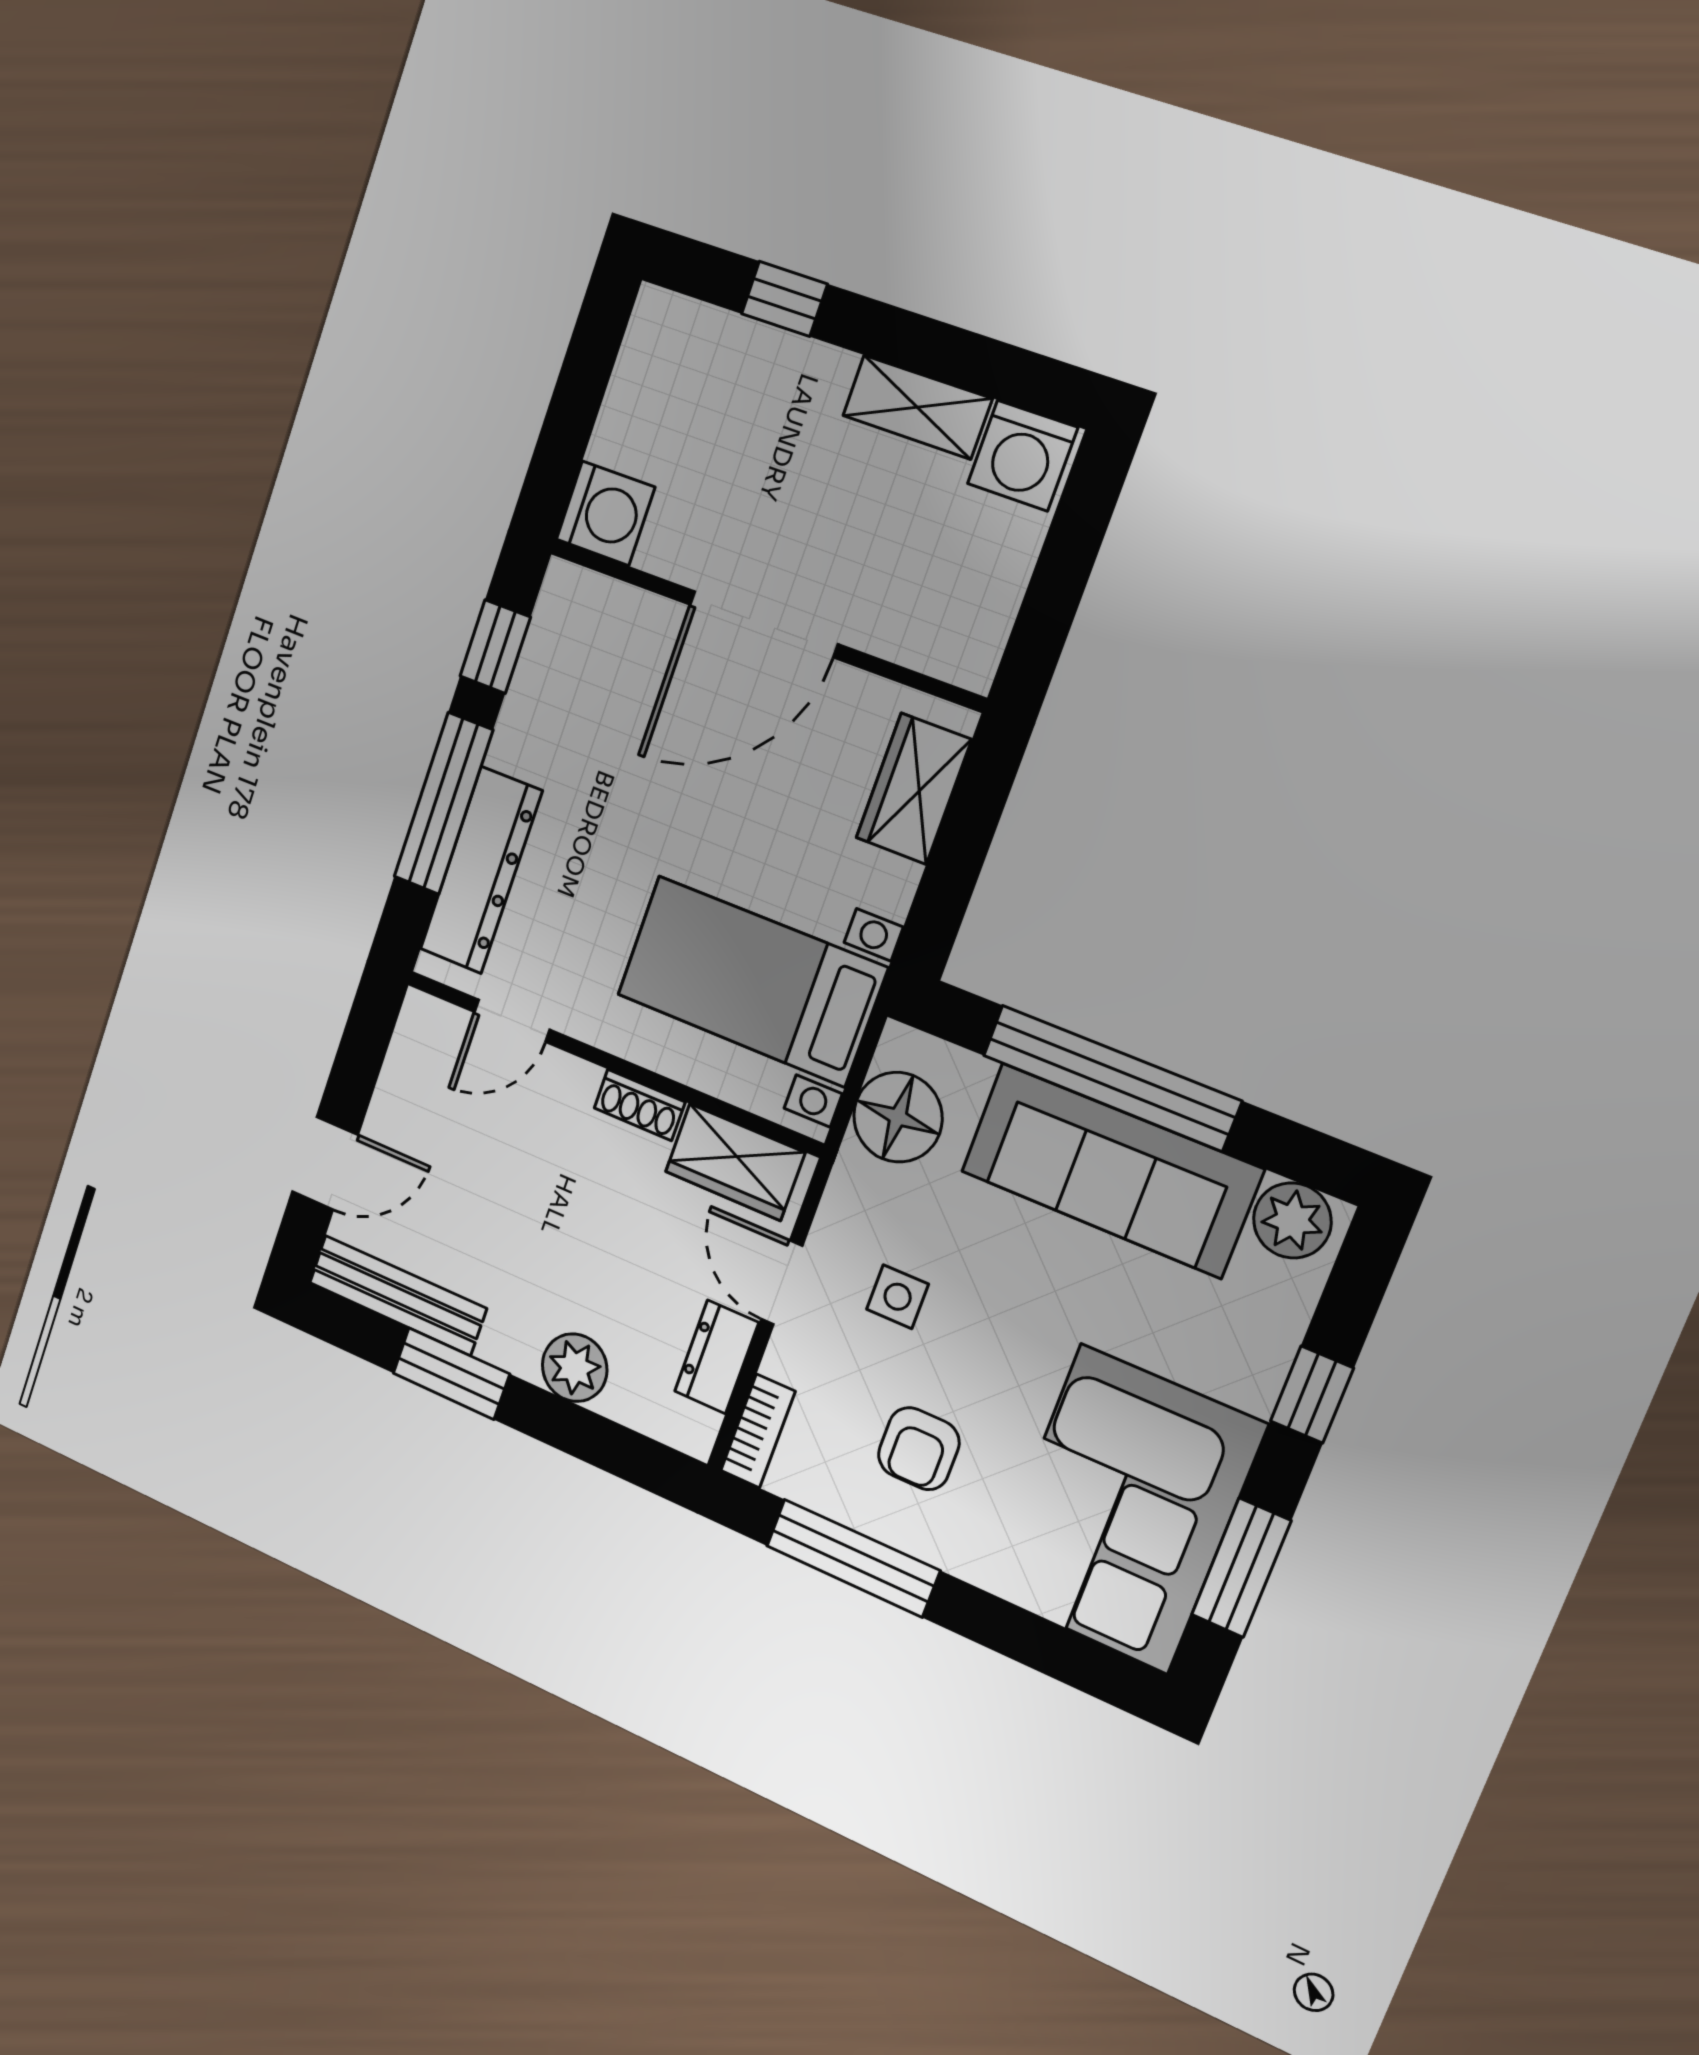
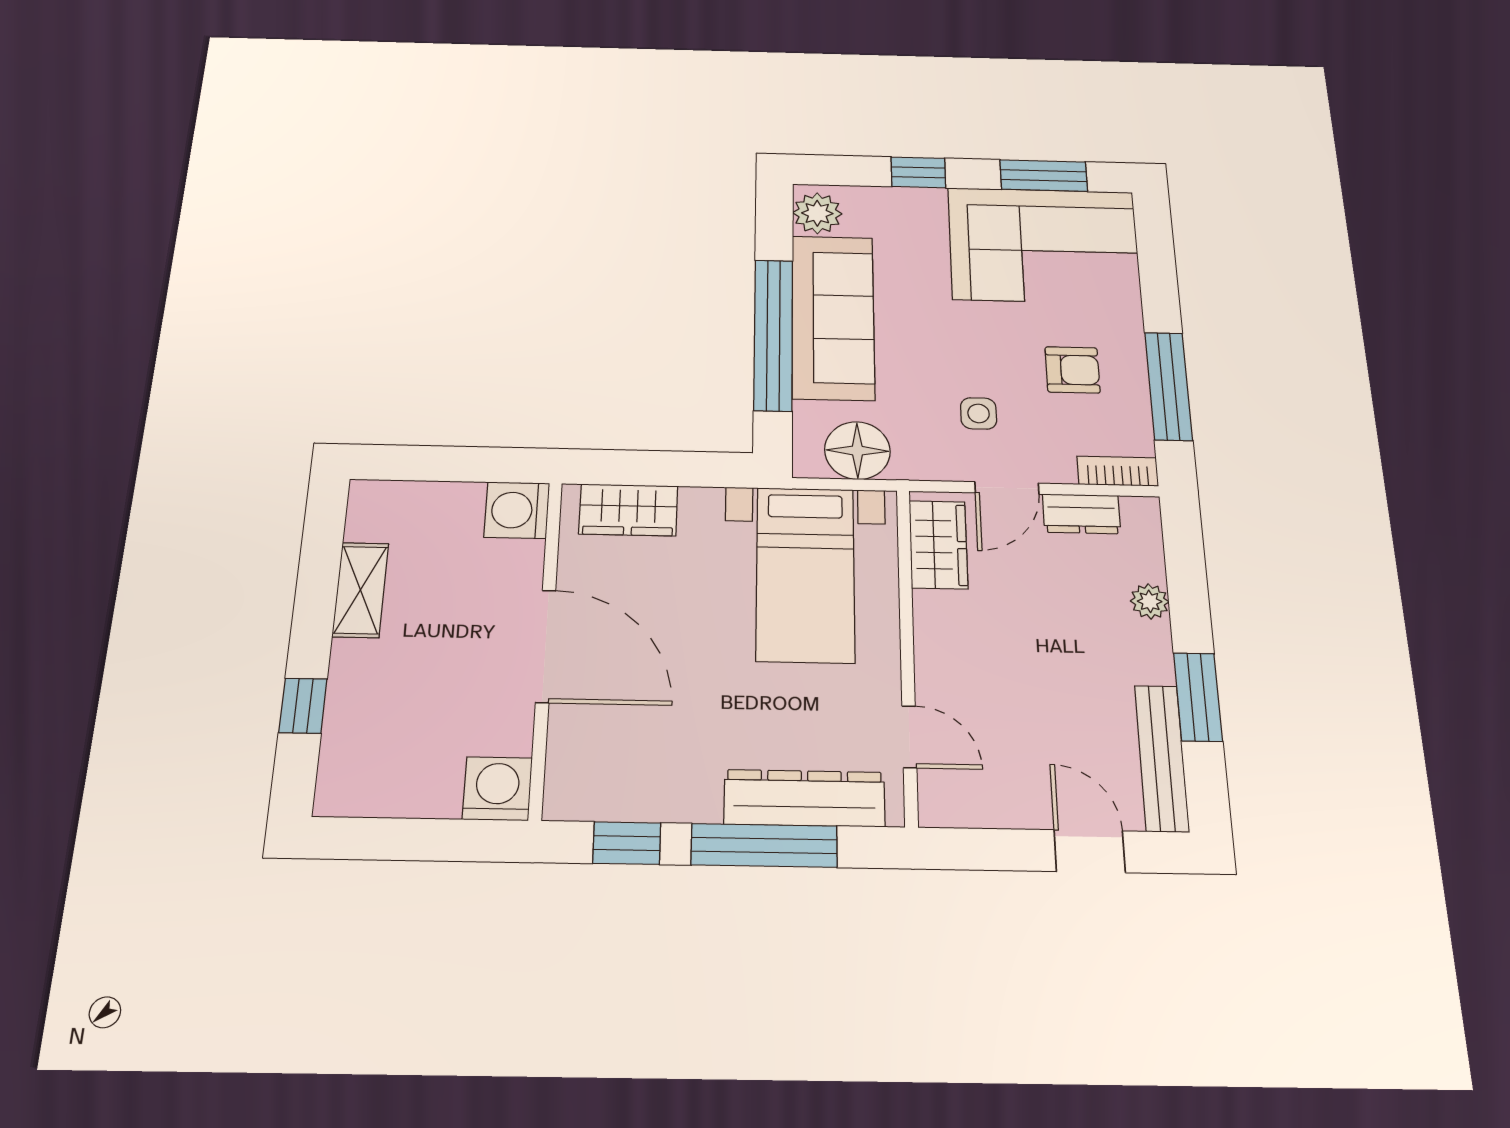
washing machine: (1023, 456) -> (517, 510), moved, turned 180
shoe rack: (640, 1105) -> (929, 623), removed
plant: (575, 1368) -> (1150, 601), width x0.73, depth x0.73

